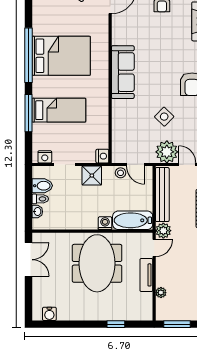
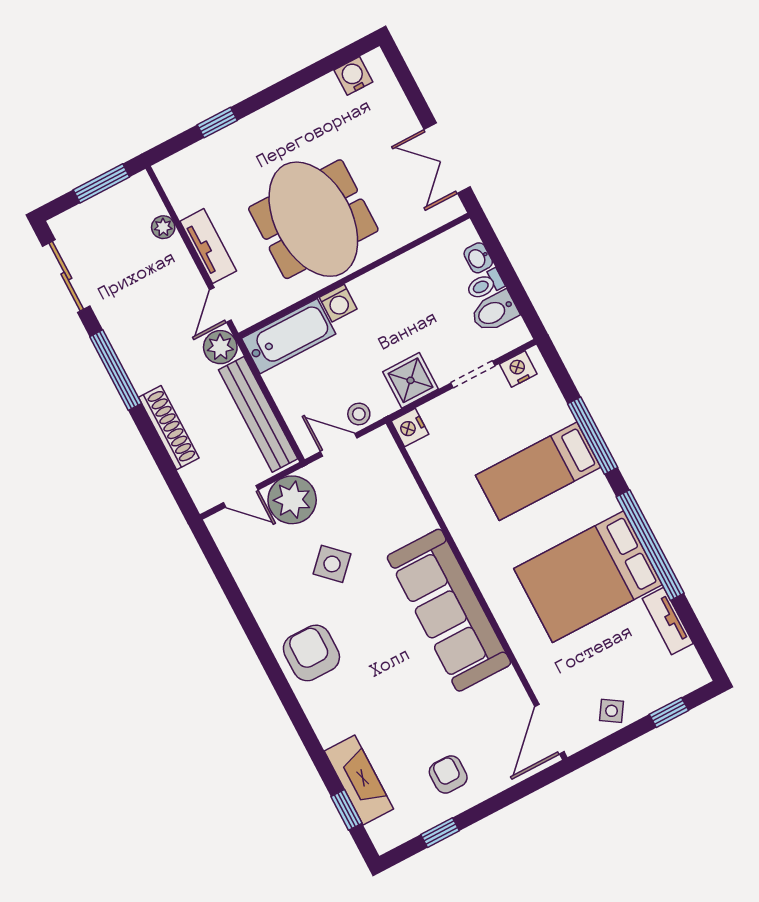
tv unit: (38, 20) -> (668, 621), added
sofa: (123, 72) -> (449, 610), width x1.36, depth x1.27

